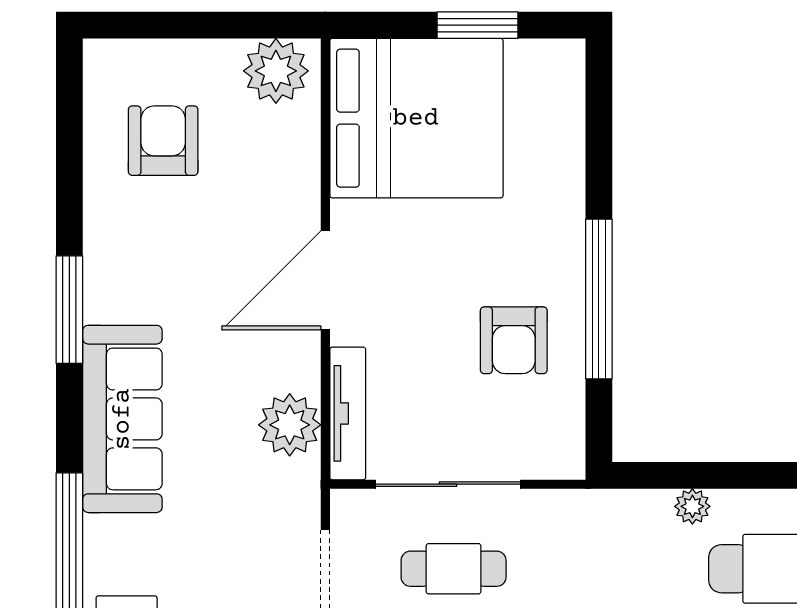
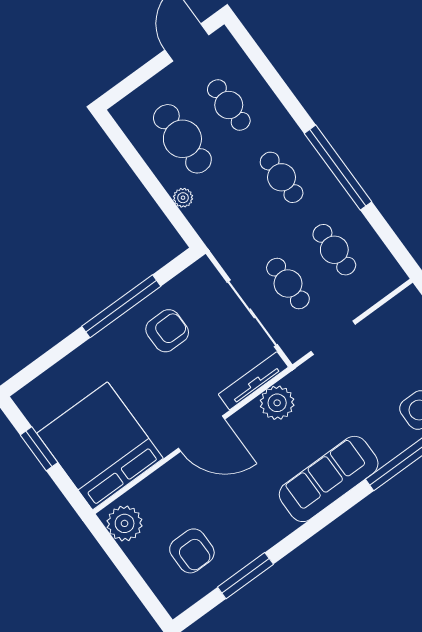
armchair: (163, 141) -> (192, 551), turned -90
window: (69, 310) -> (245, 576), moved

